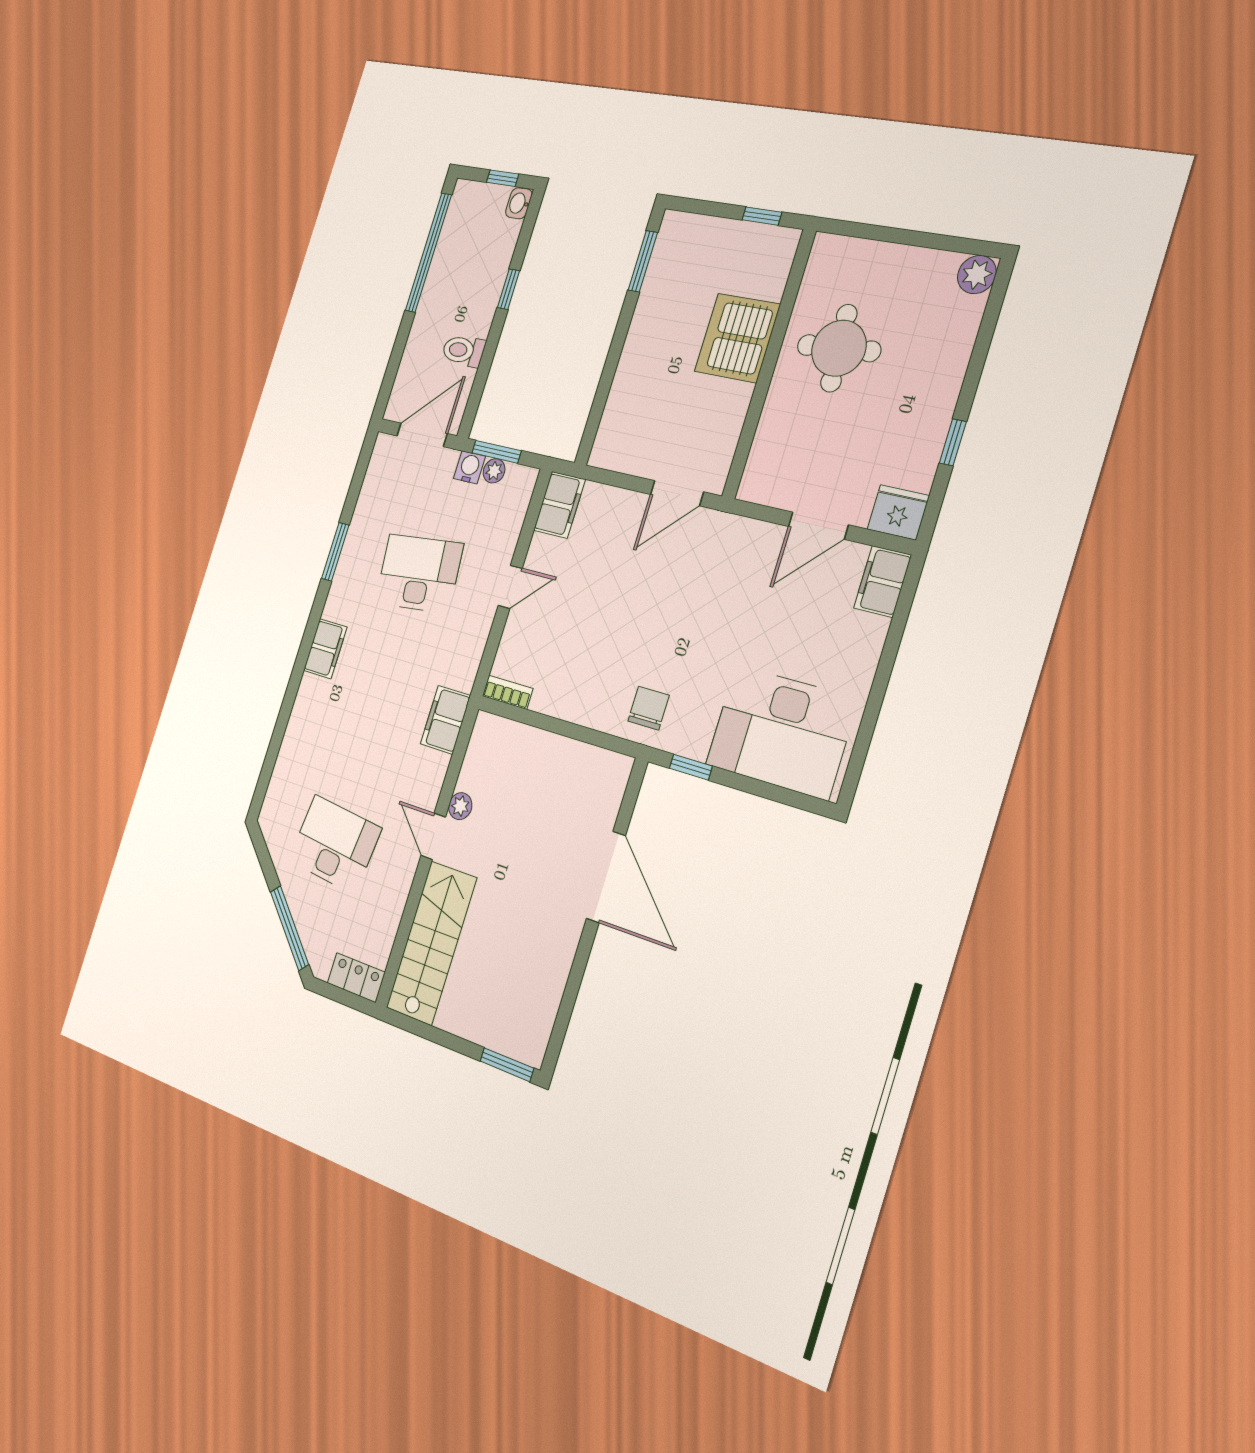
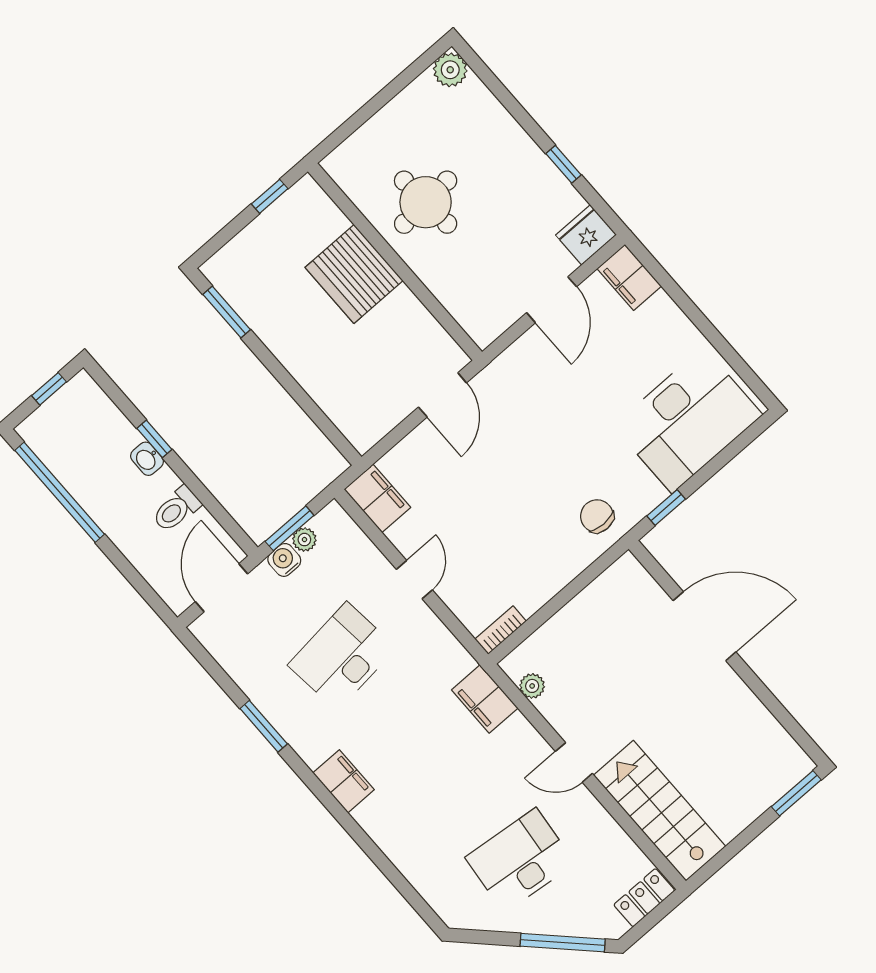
washbasin: (519, 203) -> (147, 459), moved
plant: (460, 806) -> (532, 686), moved

